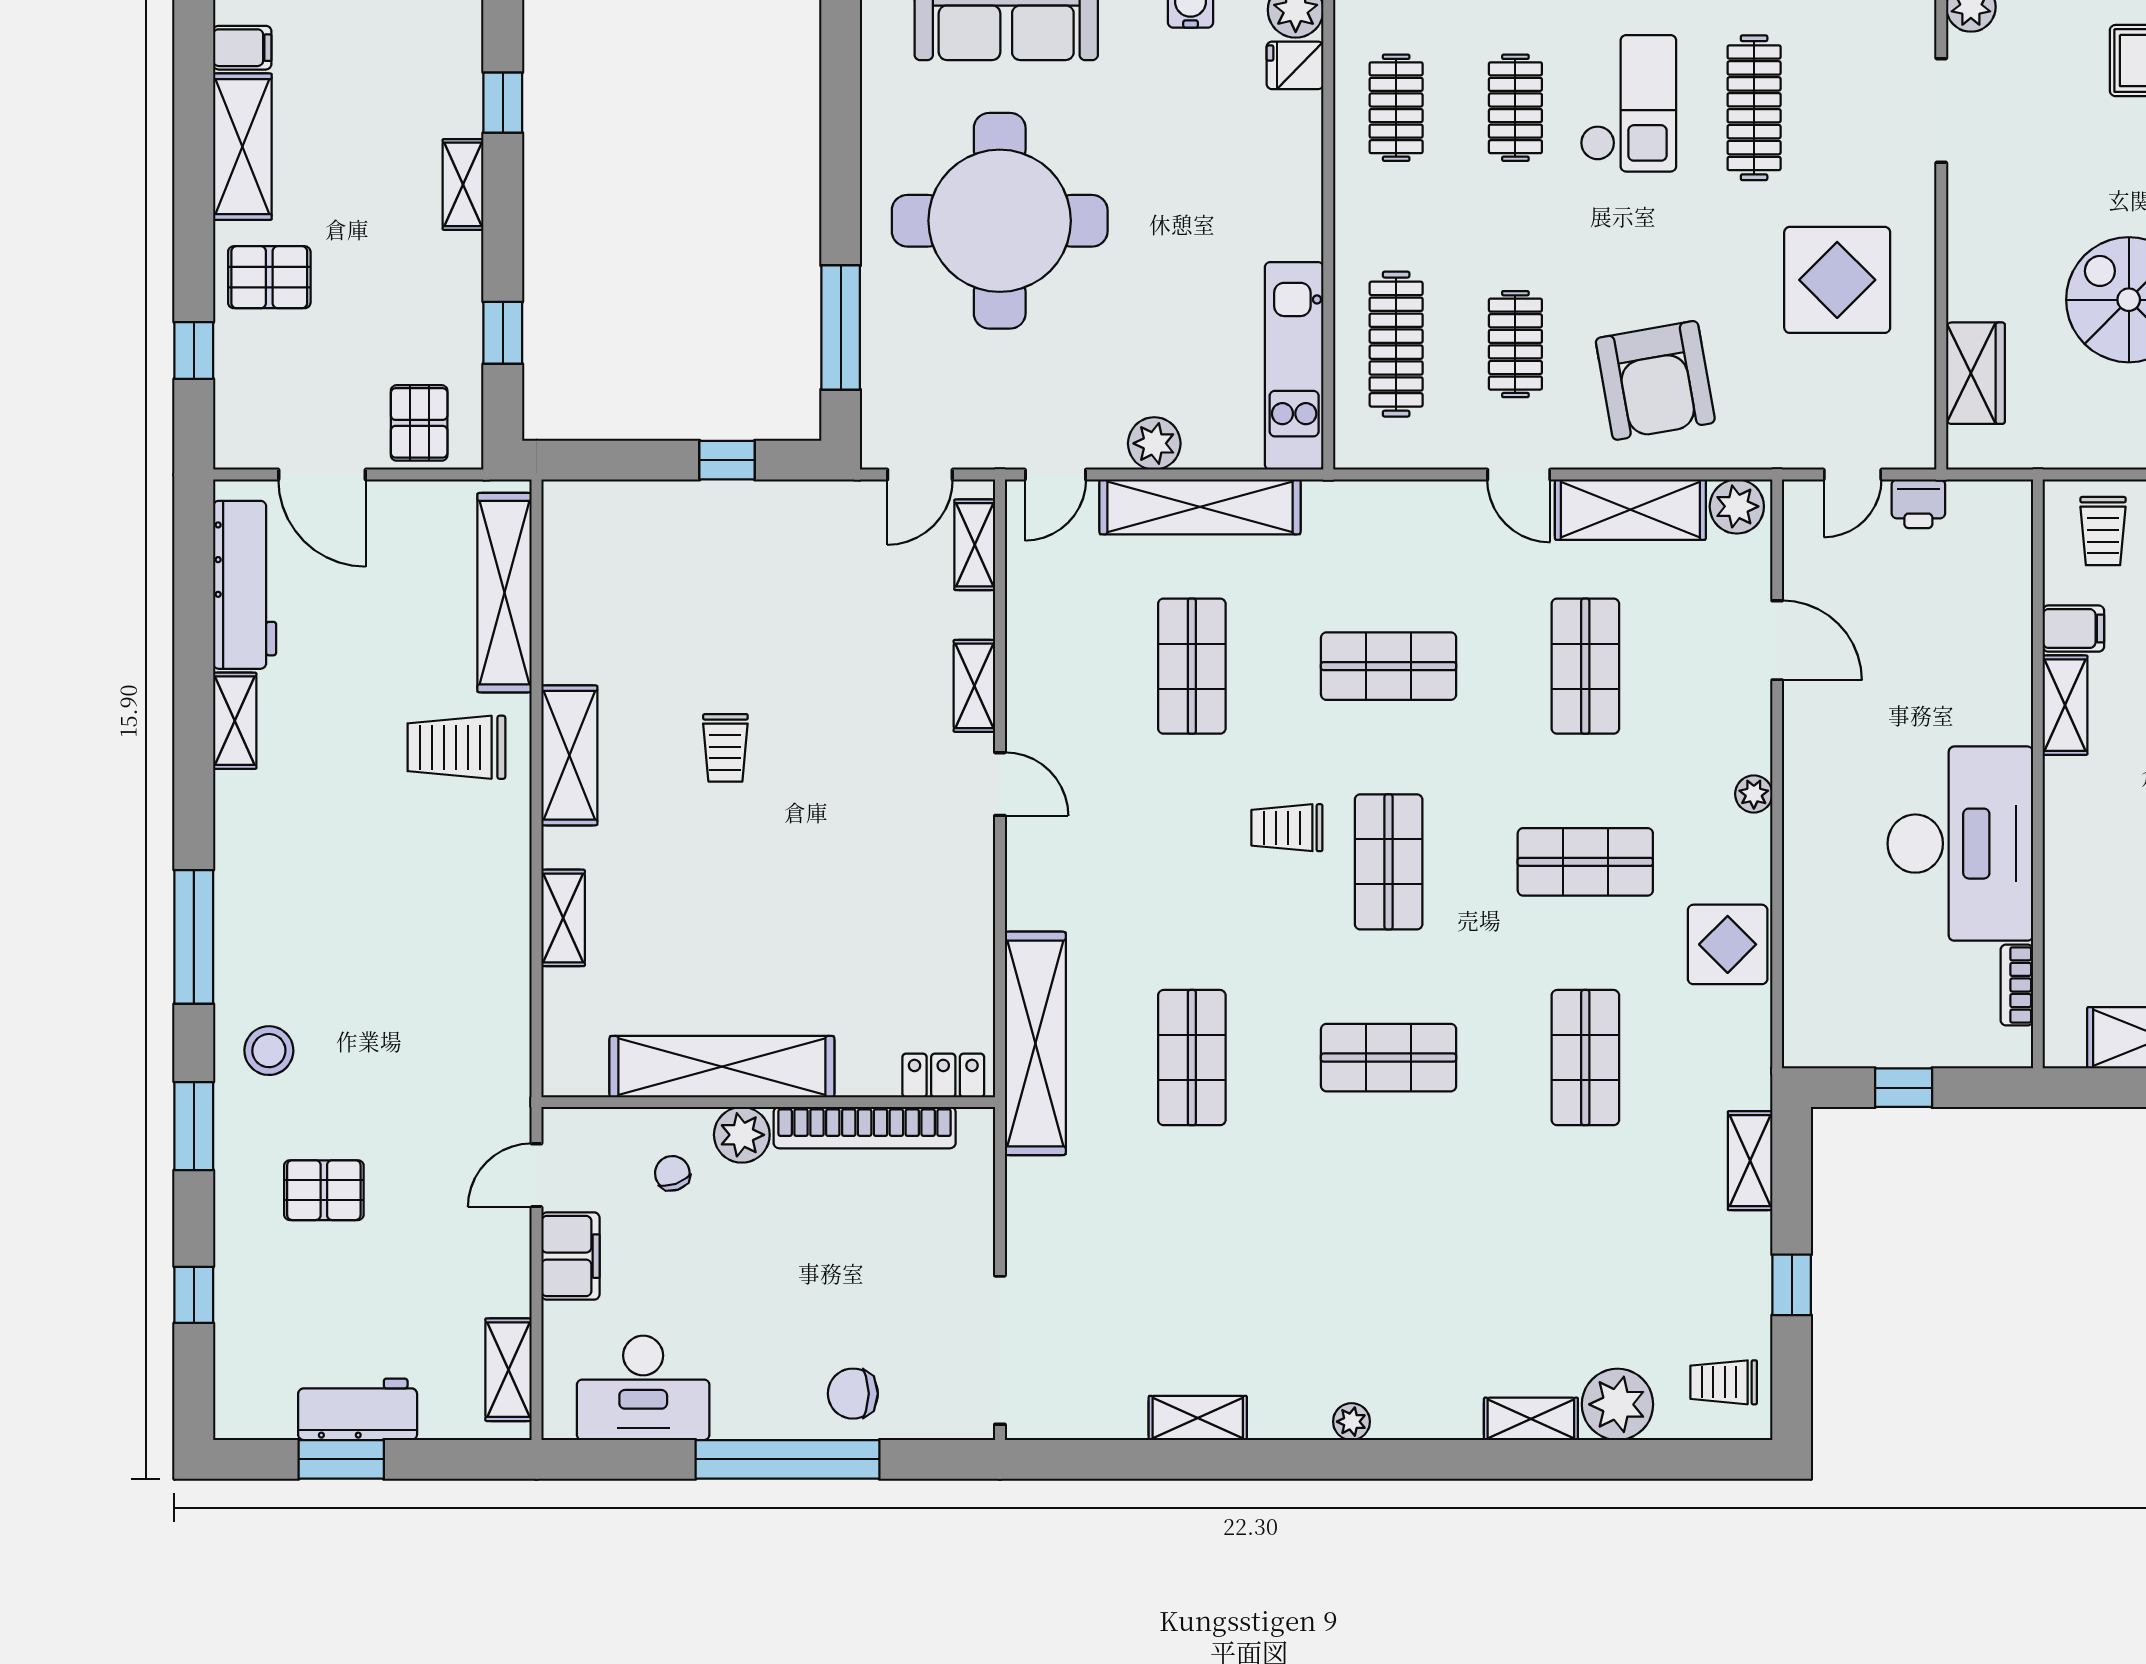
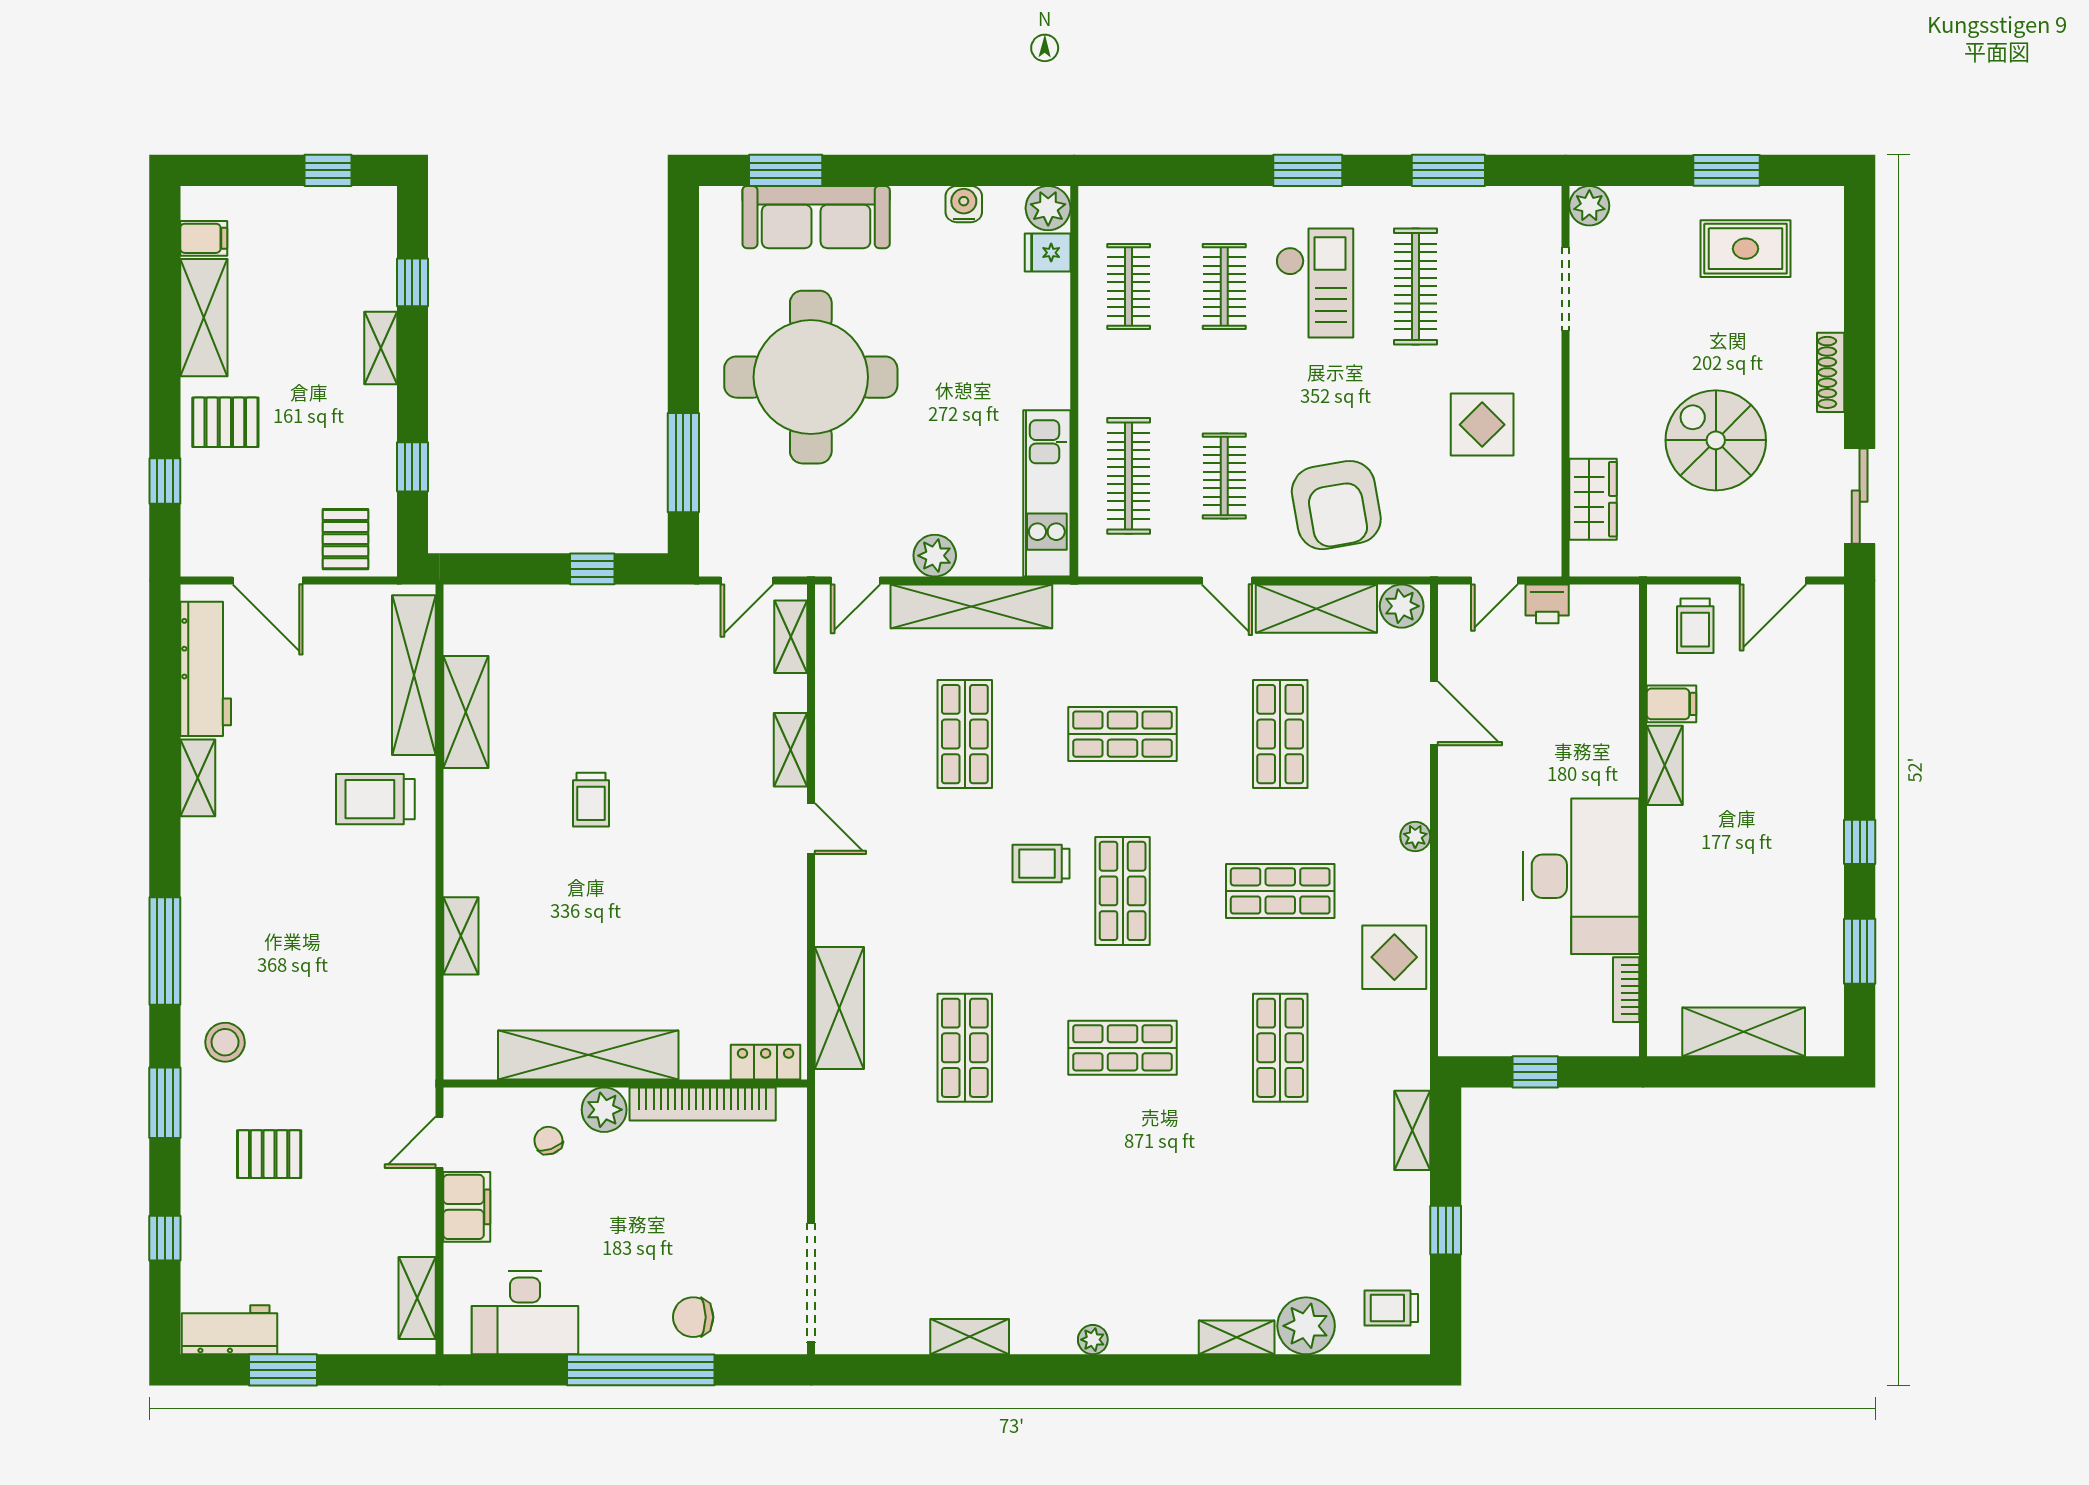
display table: (1837, 280) -> (1482, 425), width x0.73, depth x0.73
shelving: (569, 755) -> (466, 712), moved
shelving: (1035, 1043) -> (839, 1008), width x0.68
workbench: (358, 1409) -> (229, 1330), moved

